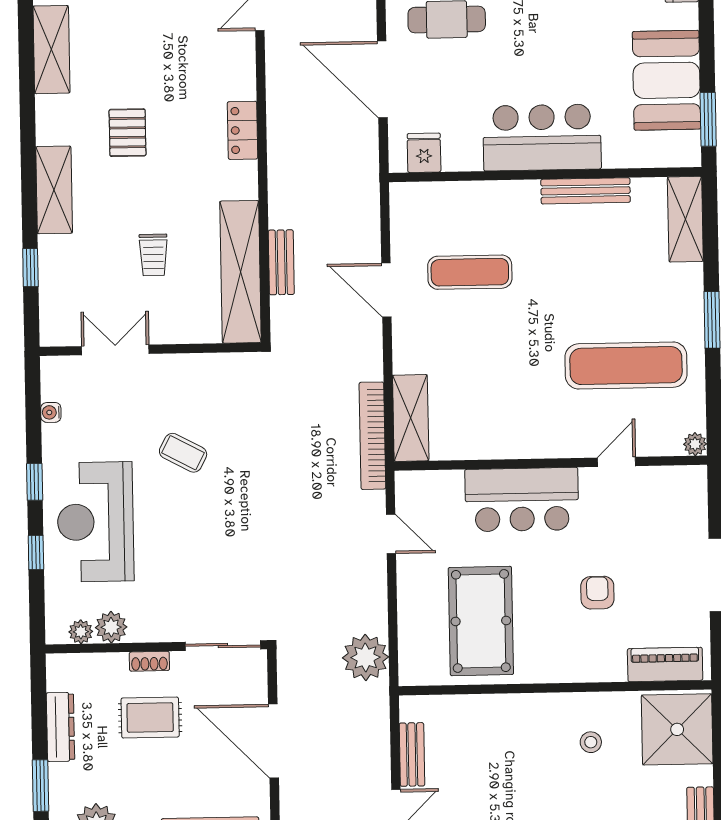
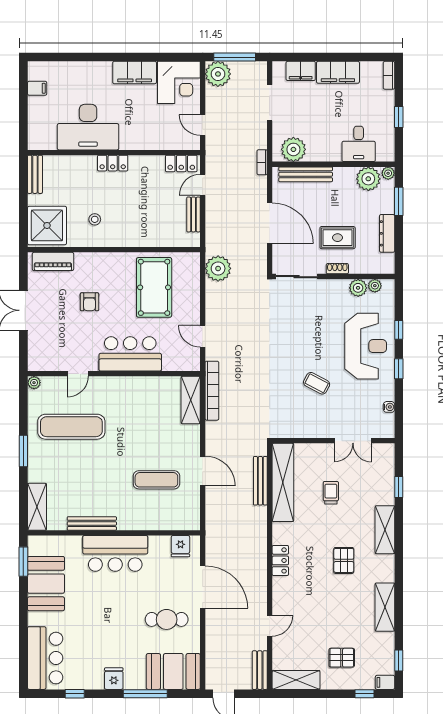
bench: (281, 262) -> (260, 481), width x1.36

